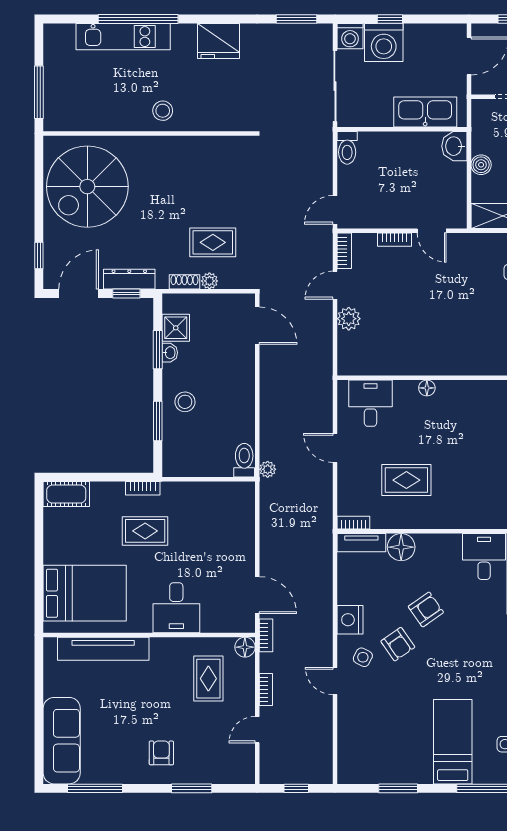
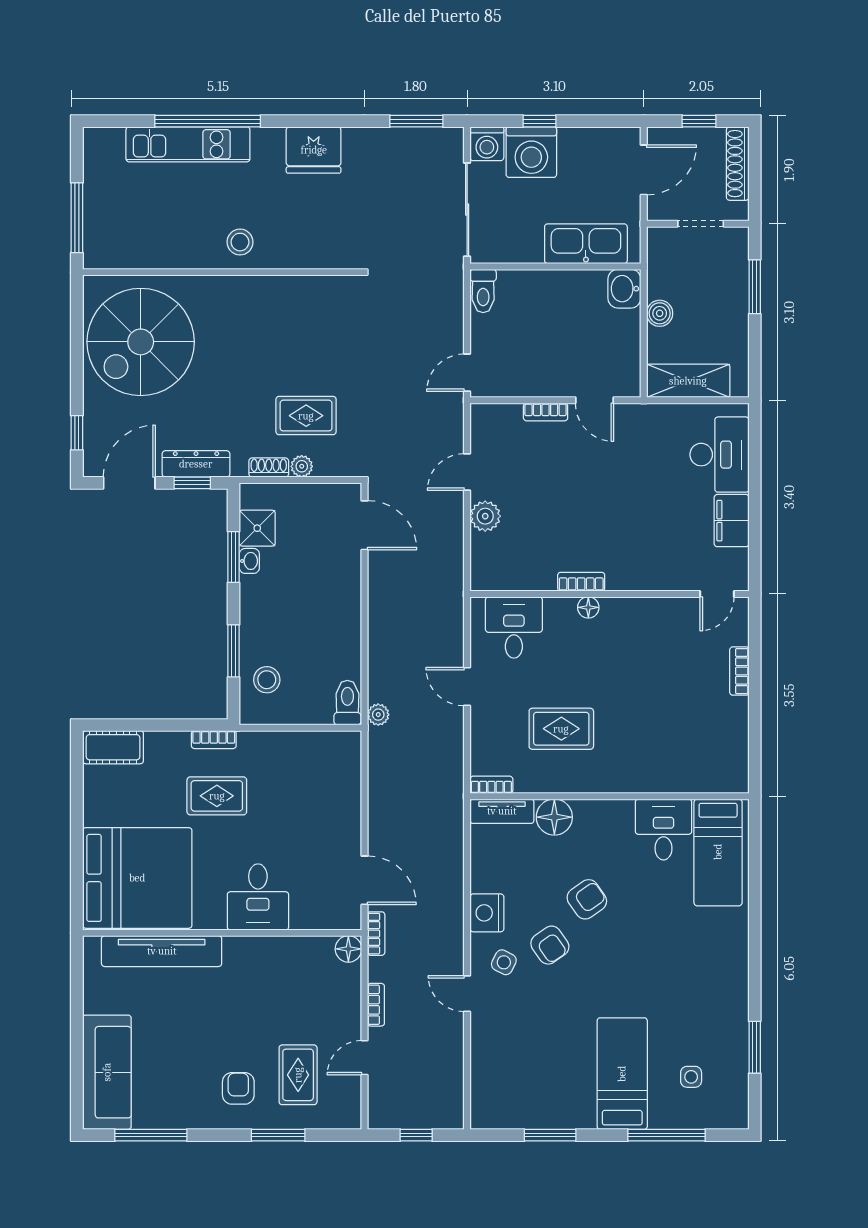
bookcase: (344, 251) -> (581, 582), moved, turned -90
stool: (185, 402) -> (267, 680), moved
bed: (85, 593) -> (137, 878), width x1.36
rug: (208, 679) -> (298, 1075), moved

